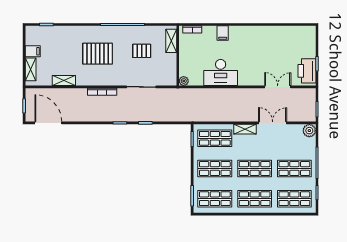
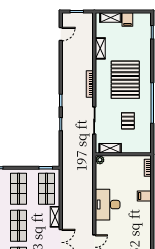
shelving: (171, 41) -> (110, 148), moved
pallet: (98, 54) -> (125, 80), width x1.37, depth x1.41
desk: (221, 73) -> (108, 205), moved
door: (48, 123) -> (61, 34), width x0.53

